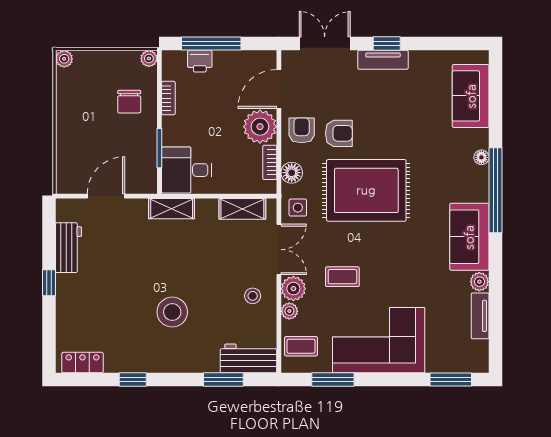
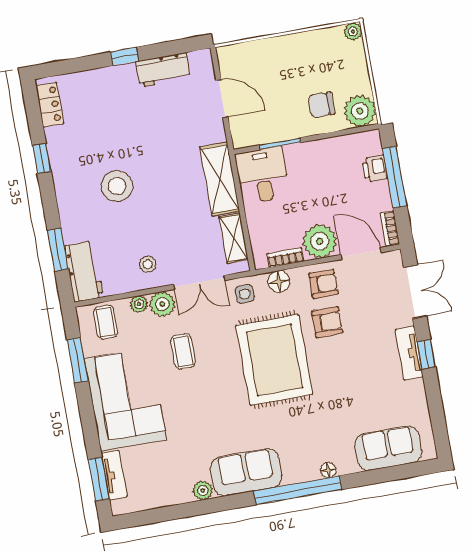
plant: (149, 58) -> (360, 111), width x1.88, depth x1.88
bookcase: (168, 98) -> (390, 229), moved, turned 90
armchair: (339, 133) -> (327, 322), turned -90
shelving: (172, 209) -> (220, 179), width x1.50, depth x1.33
tv unit: (480, 316) -> (114, 475), moved, turned 90

